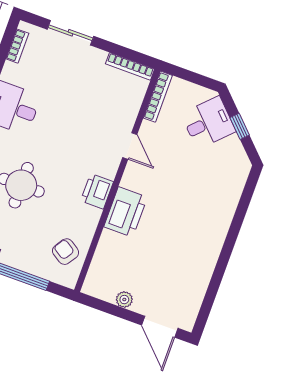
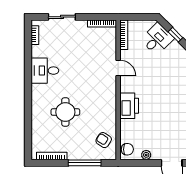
printer: (97, 191) -> (109, 100), removed
chair: (98, 280) -> (127, 149), added

